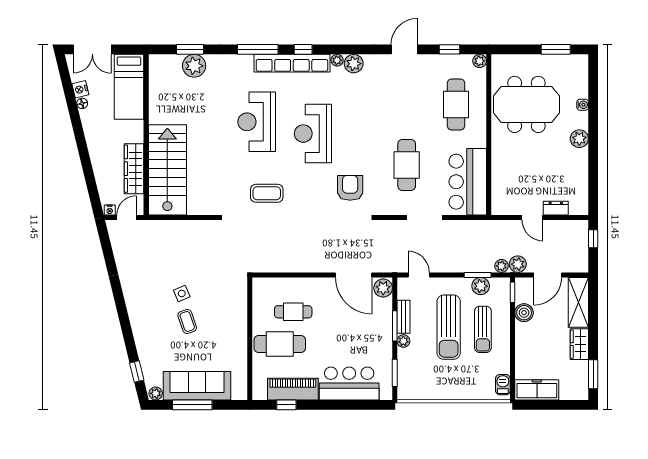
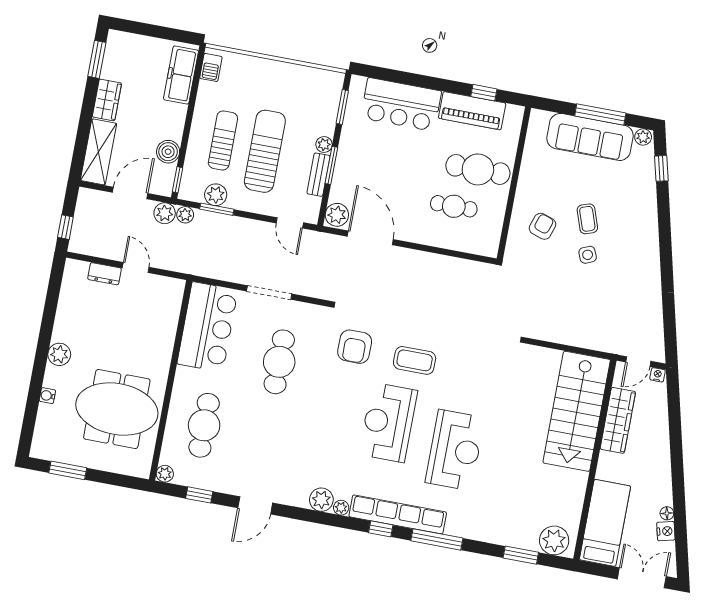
plant: (194, 66) -> (554, 540), moved
reception desk: (313, 134) -> (388, 422), turned 180
coffee table: (267, 193) -> (415, 360), moved
armchair: (221, 309) -> (543, 226), added
freezer: (537, 390) -> (181, 75), moved, turned 90

